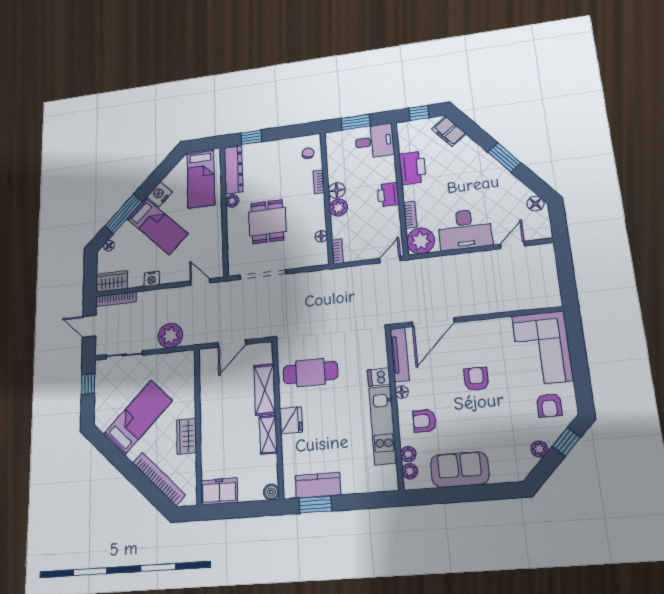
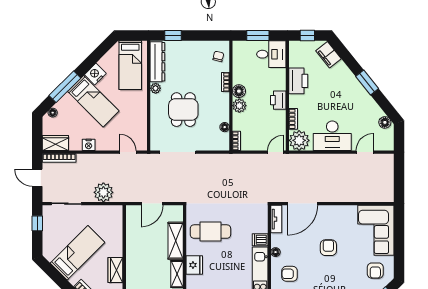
tv unit: (400, 354) -> (276, 219), width x0.71

